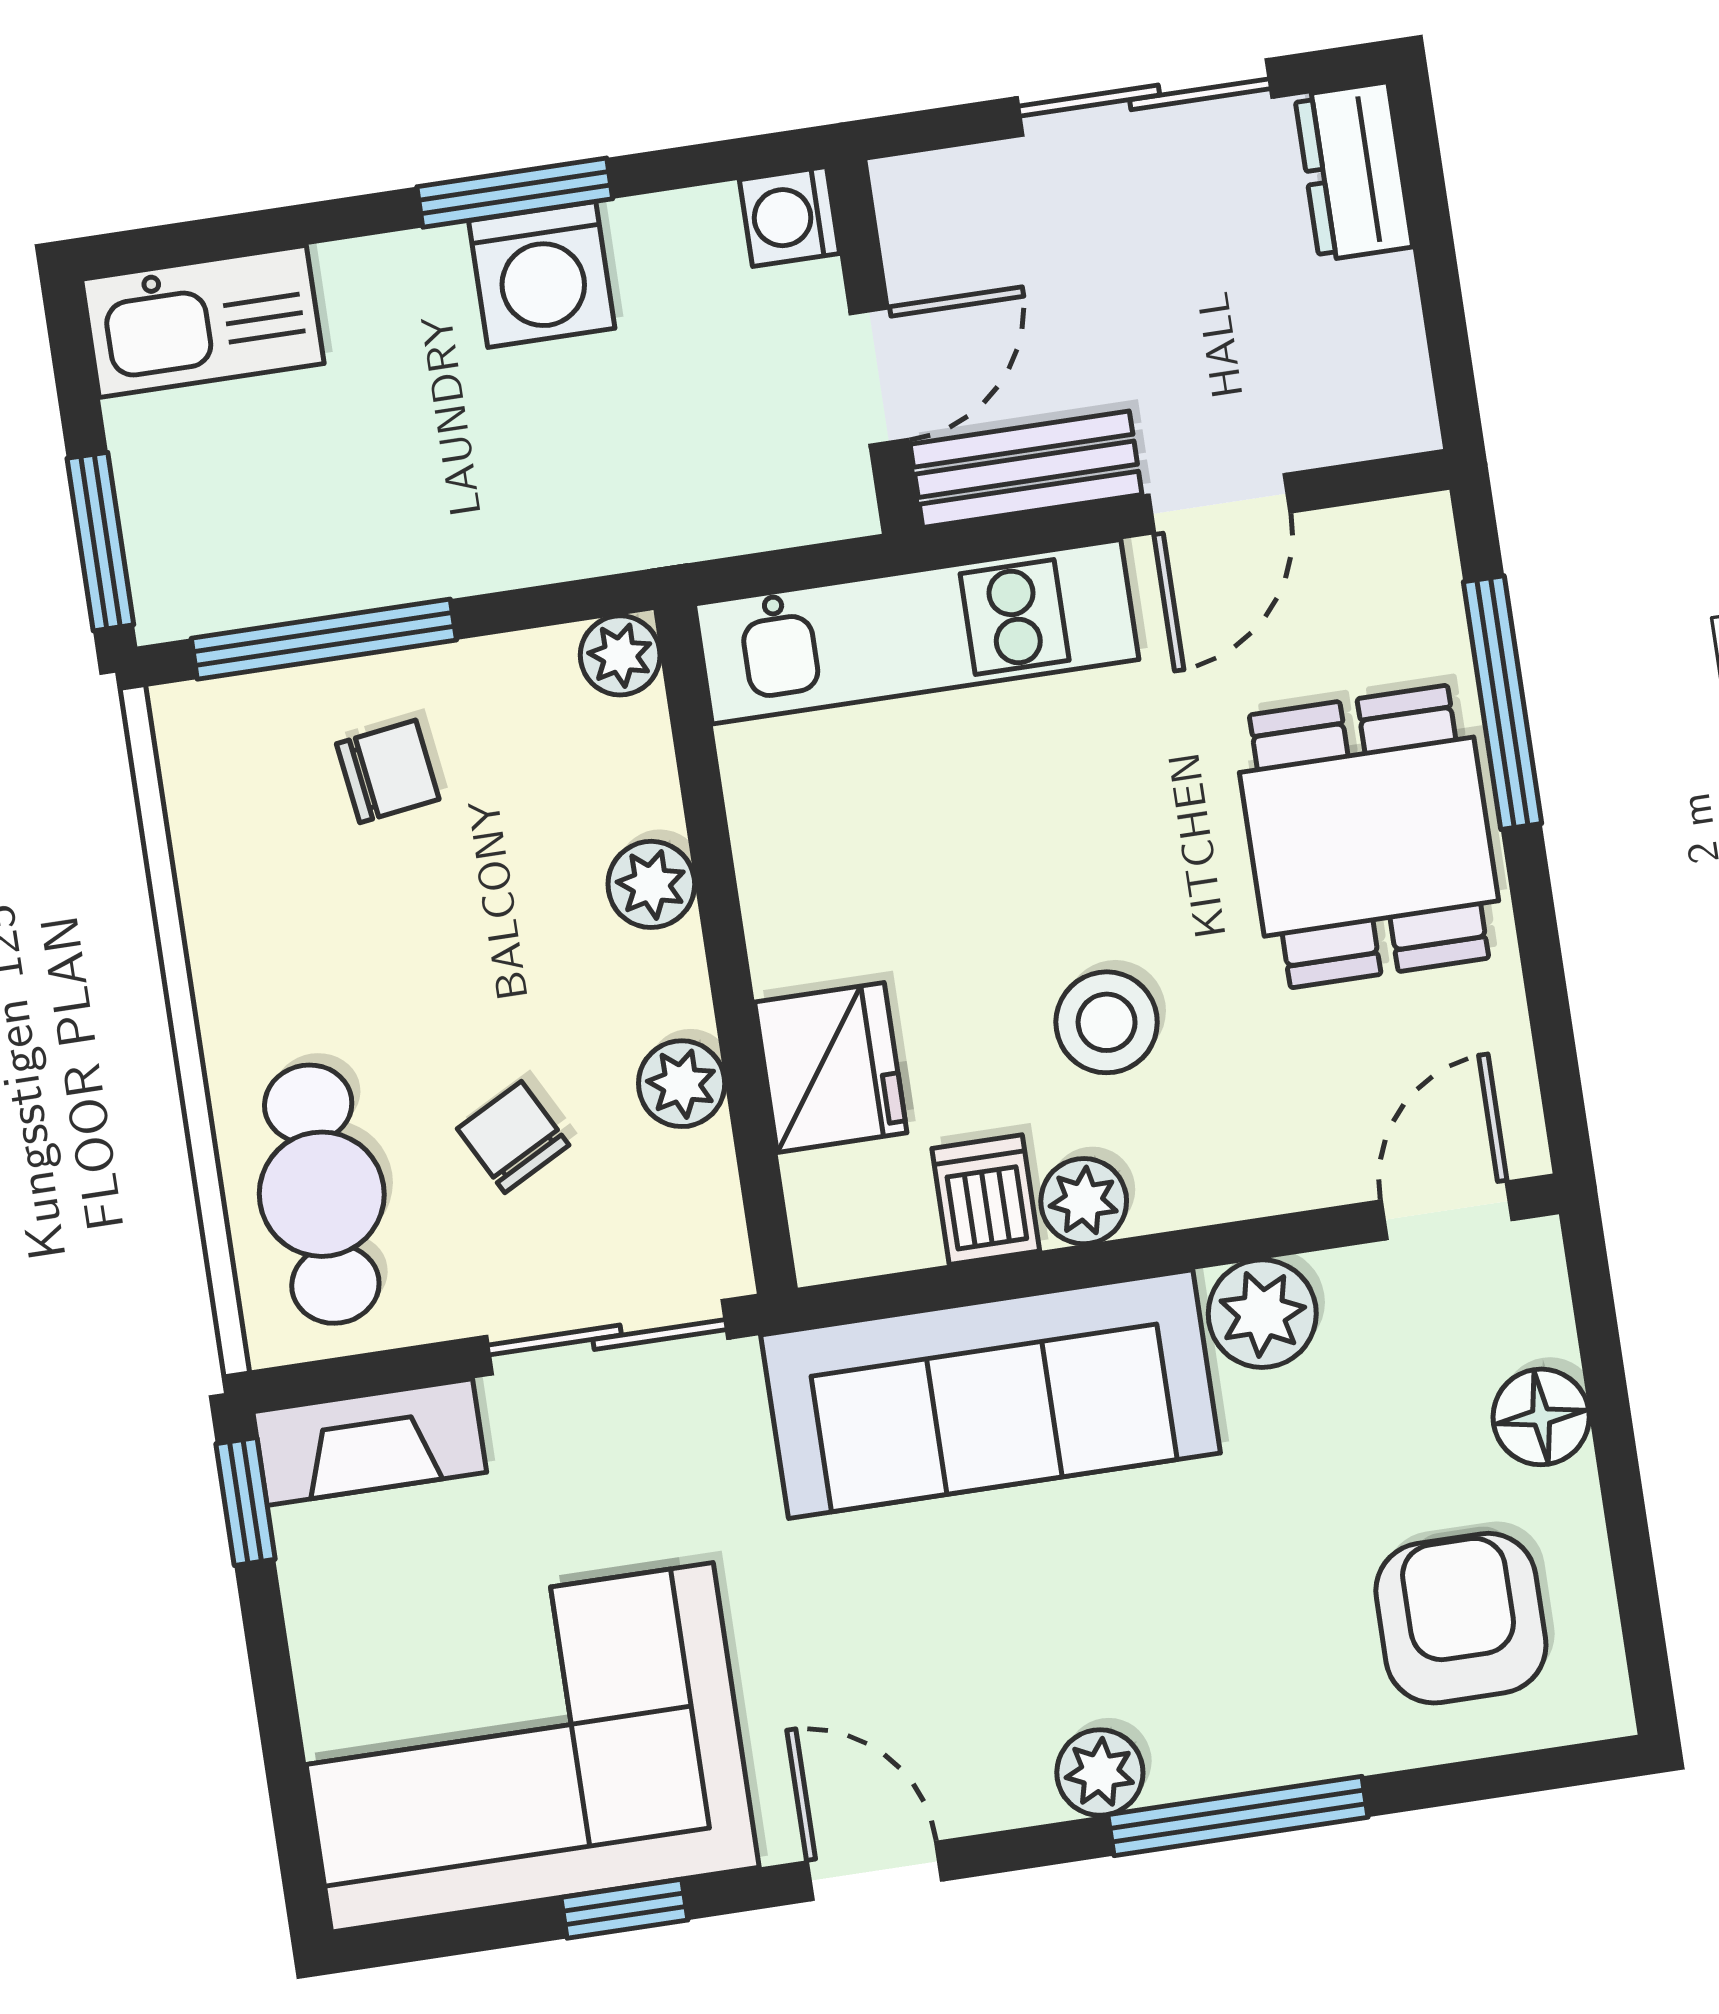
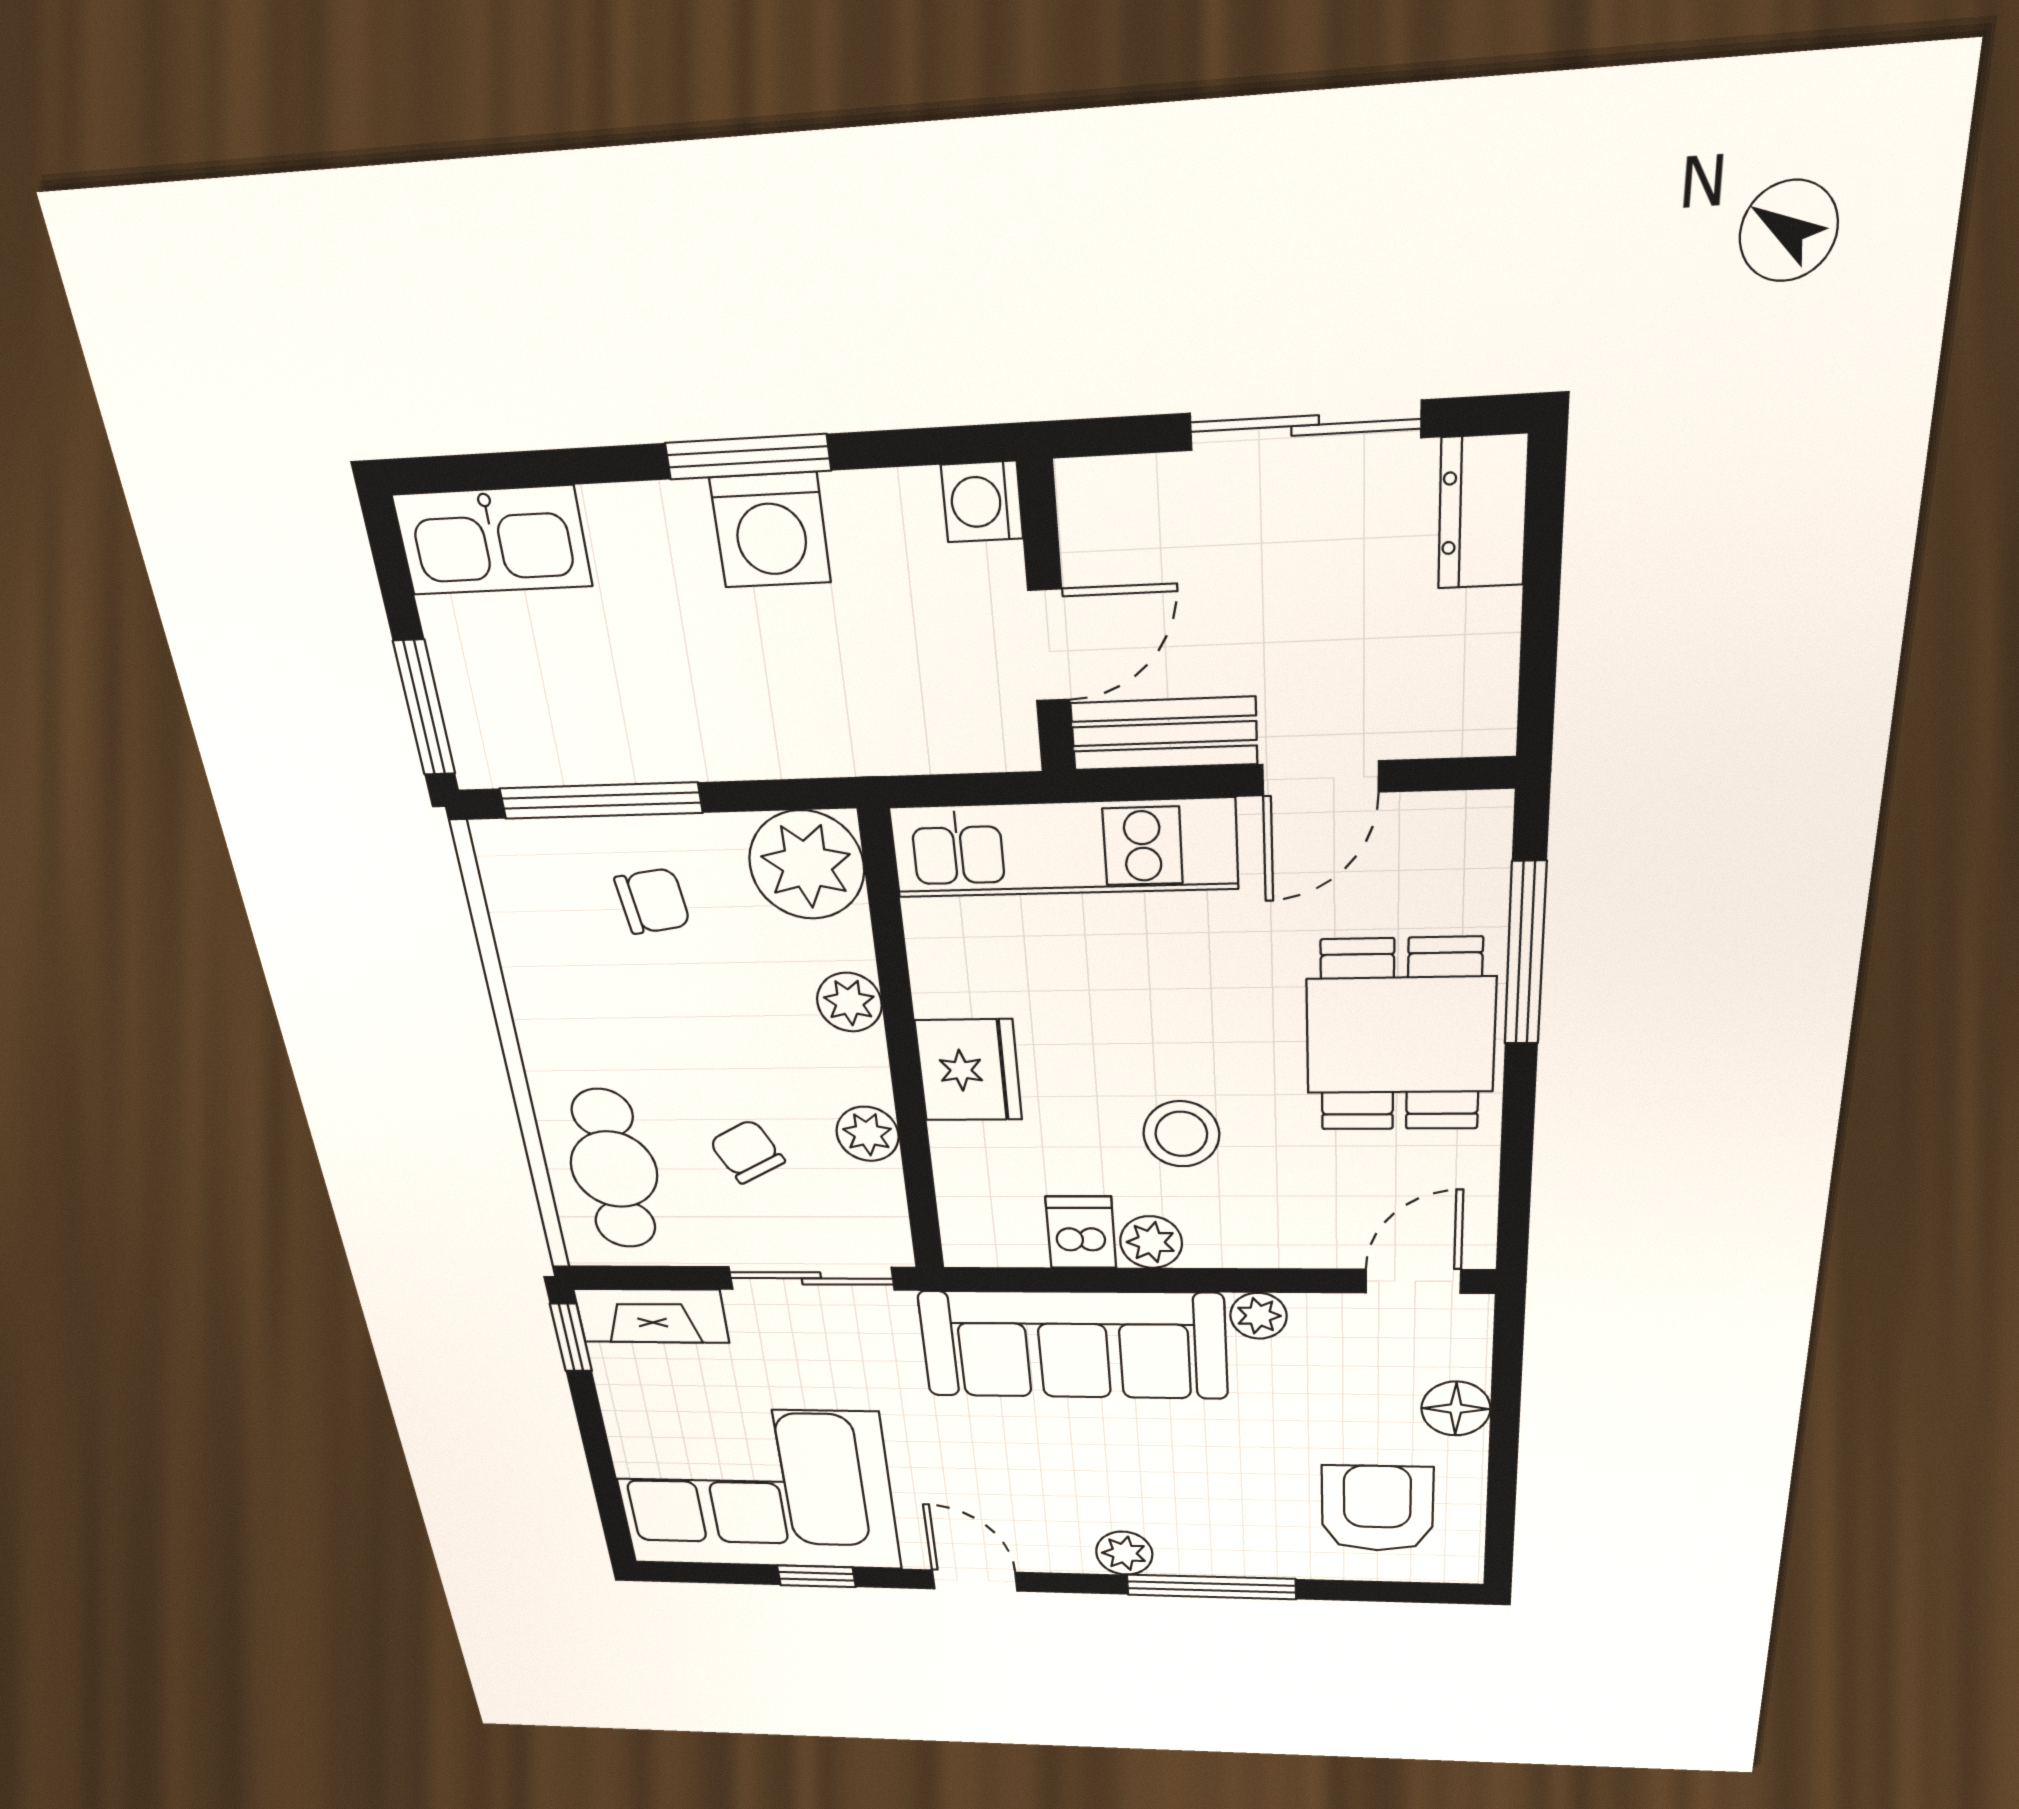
plant: (620, 655) -> (807, 865), width x1.88, depth x1.88
fridge: (831, 1067) -> (969, 1070), moved
plant: (1262, 1314) -> (1259, 1316), width x0.73, depth x0.73

